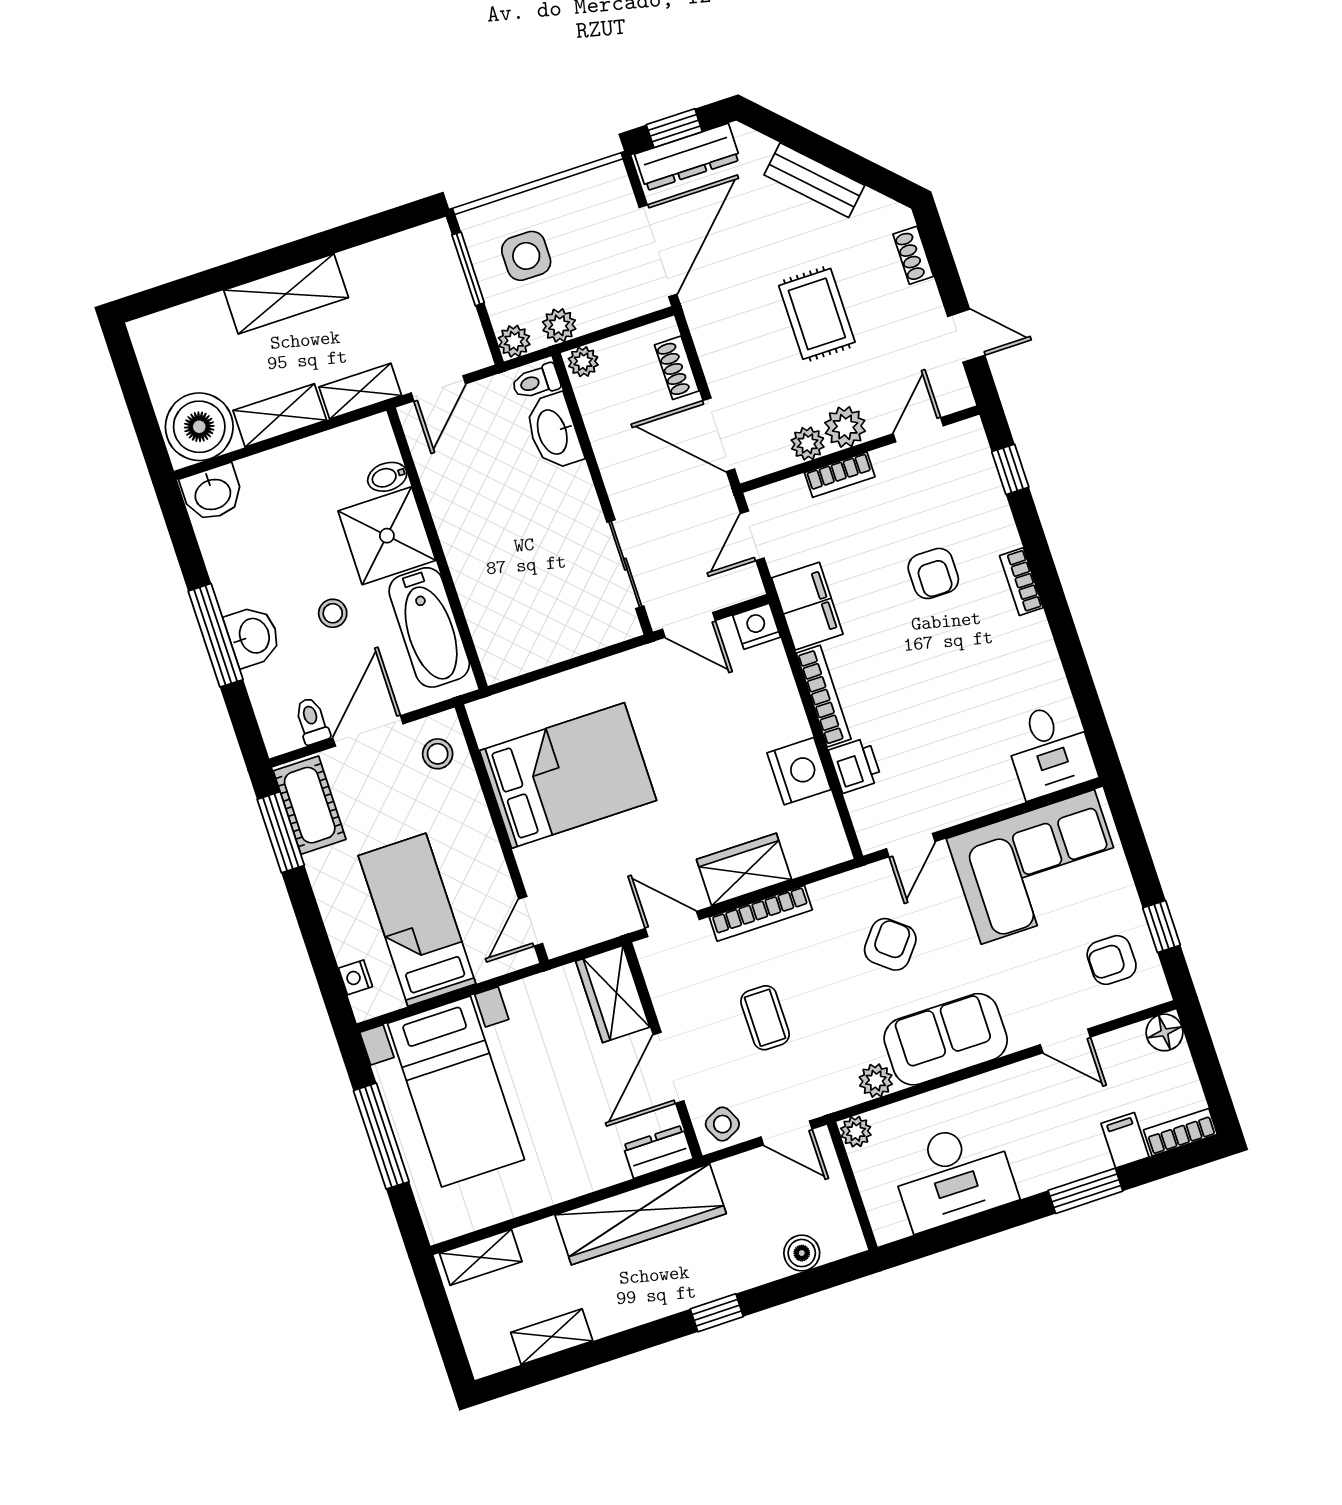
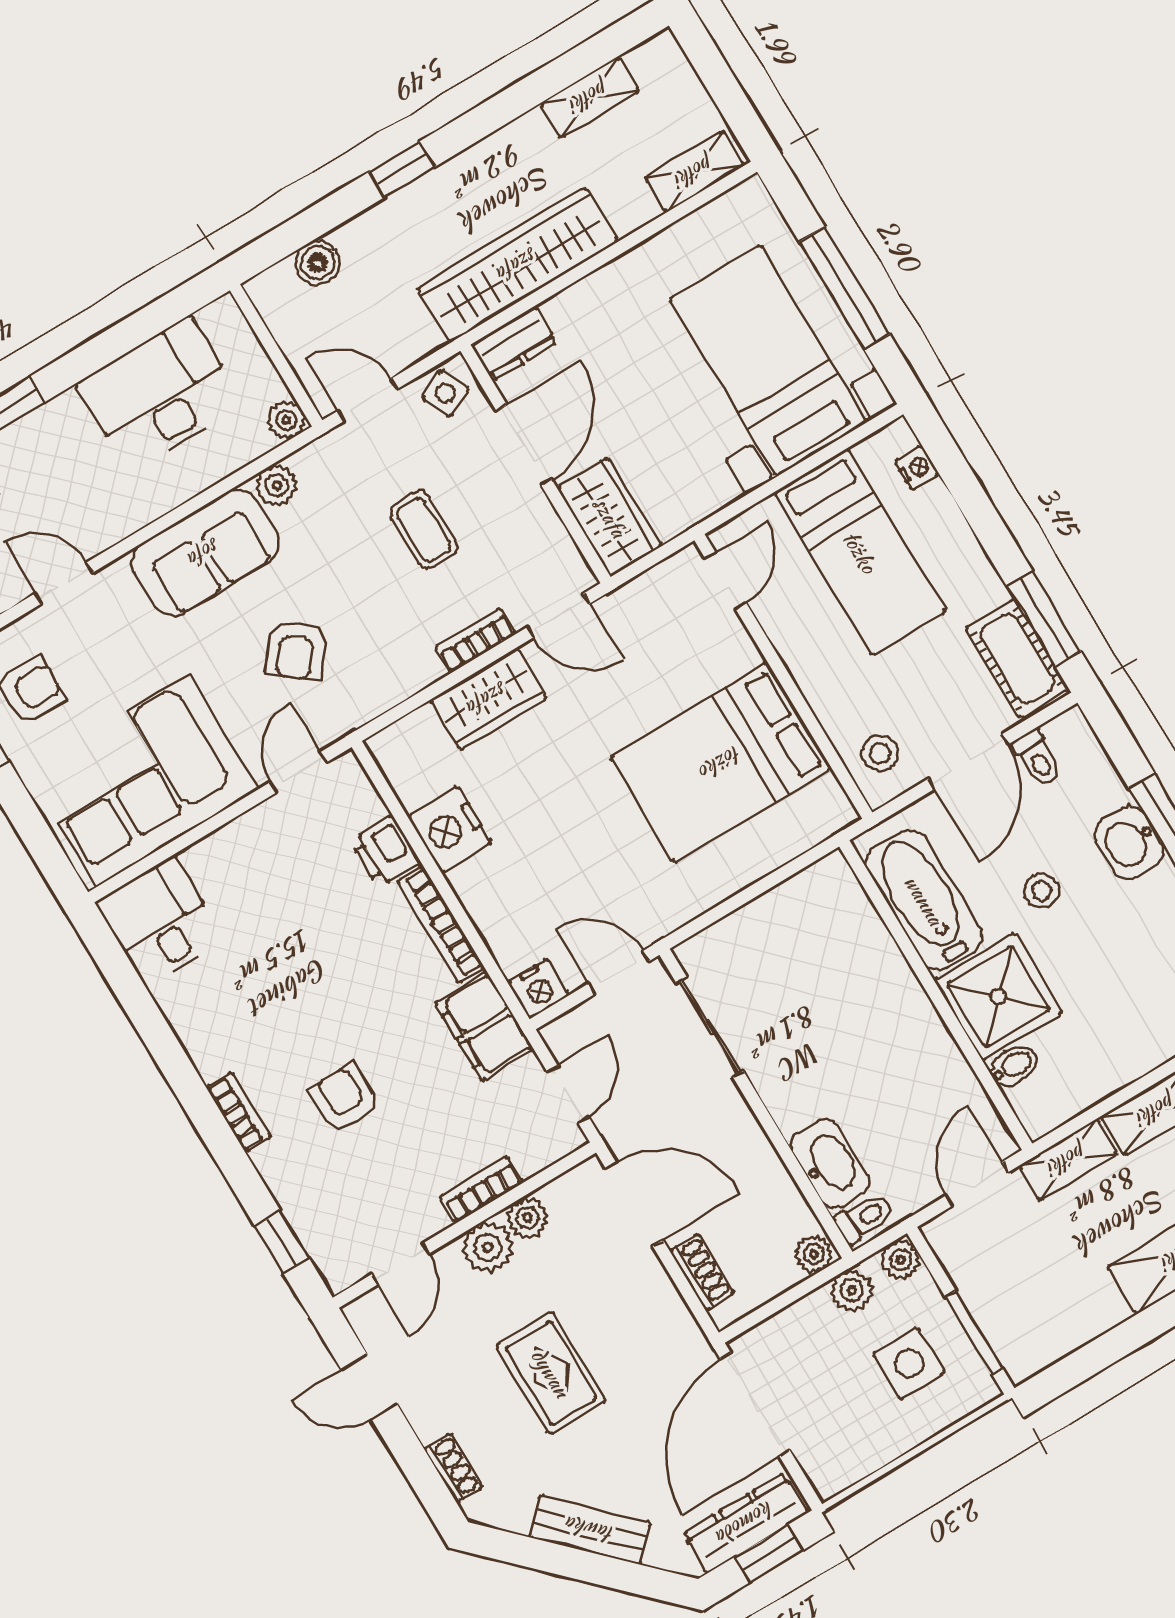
bookcase: (761, 913) -> (475, 640), width x0.64

